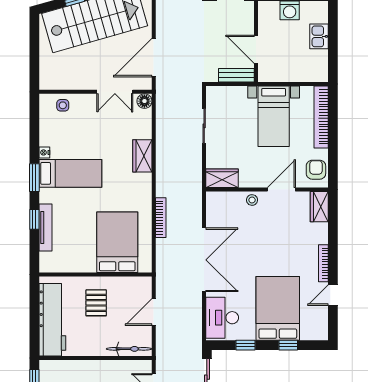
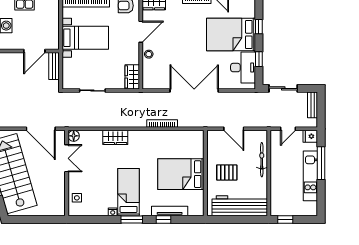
door: (281, 189) -> (141, 32), swing flipped
bed: (117, 242) -> (181, 174), moved
desk: (222, 318) -> (243, 68), moved, turned -90
bicycle: (129, 349) -> (262, 160), moved

